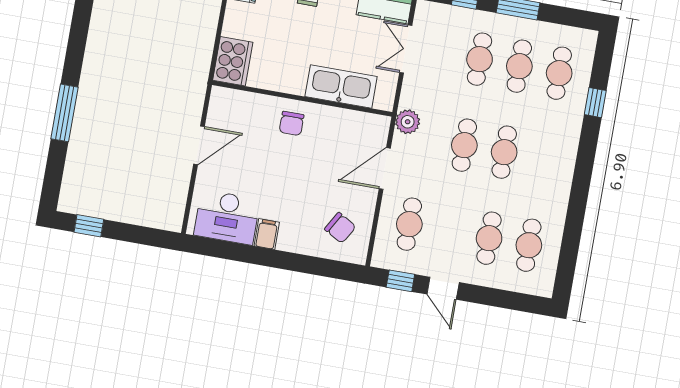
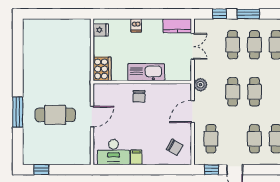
double door: (406, 49) -> (193, 46), swing flipped
kitchen sink: (341, 87) -> (146, 72), moved
cafe table: (132, 130) -> (55, 115), added

